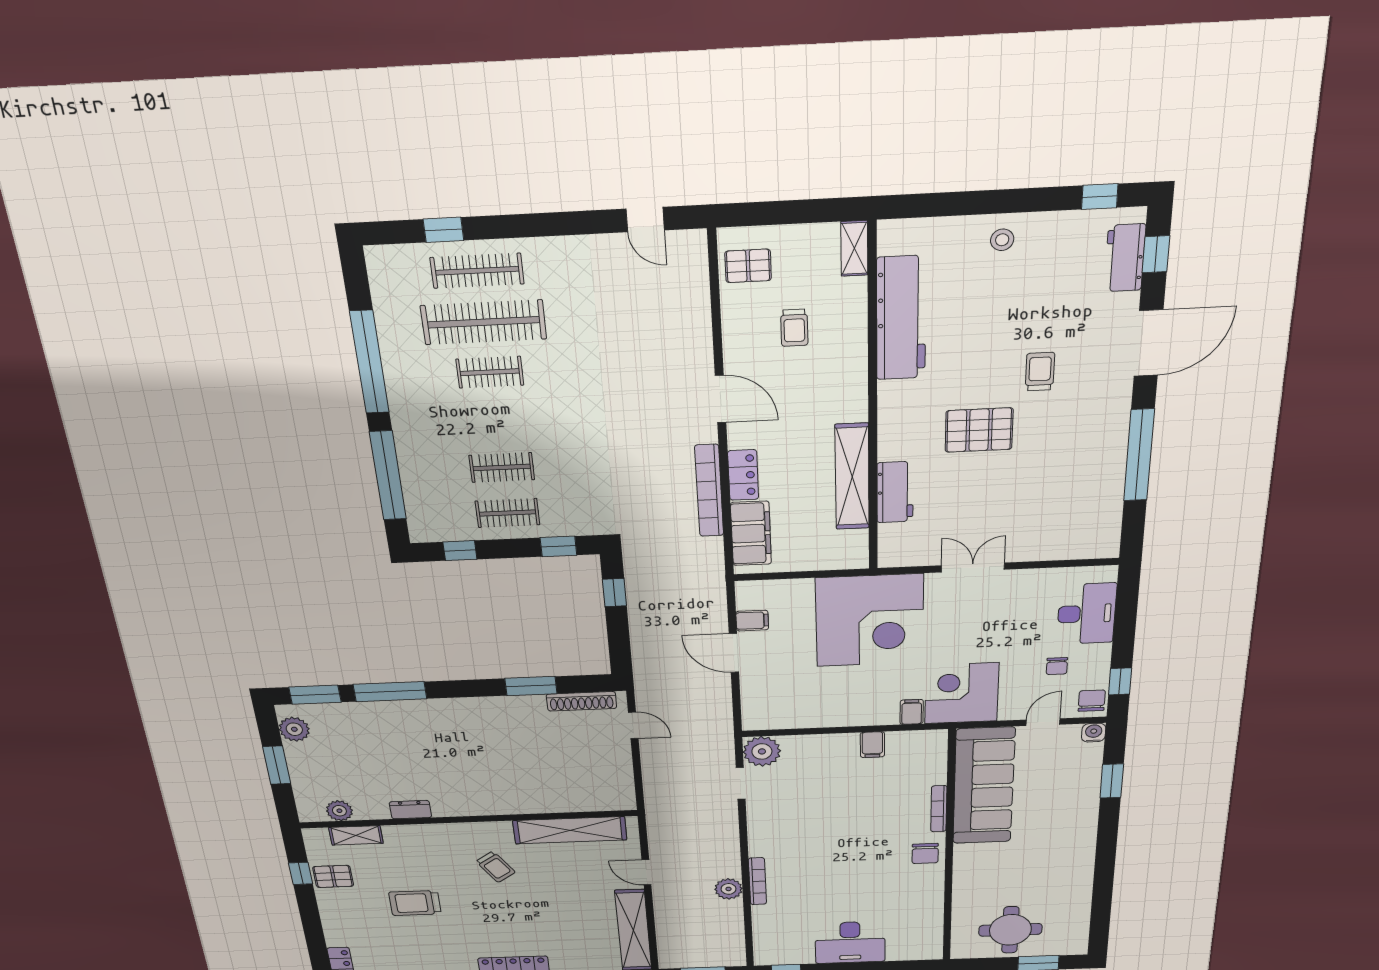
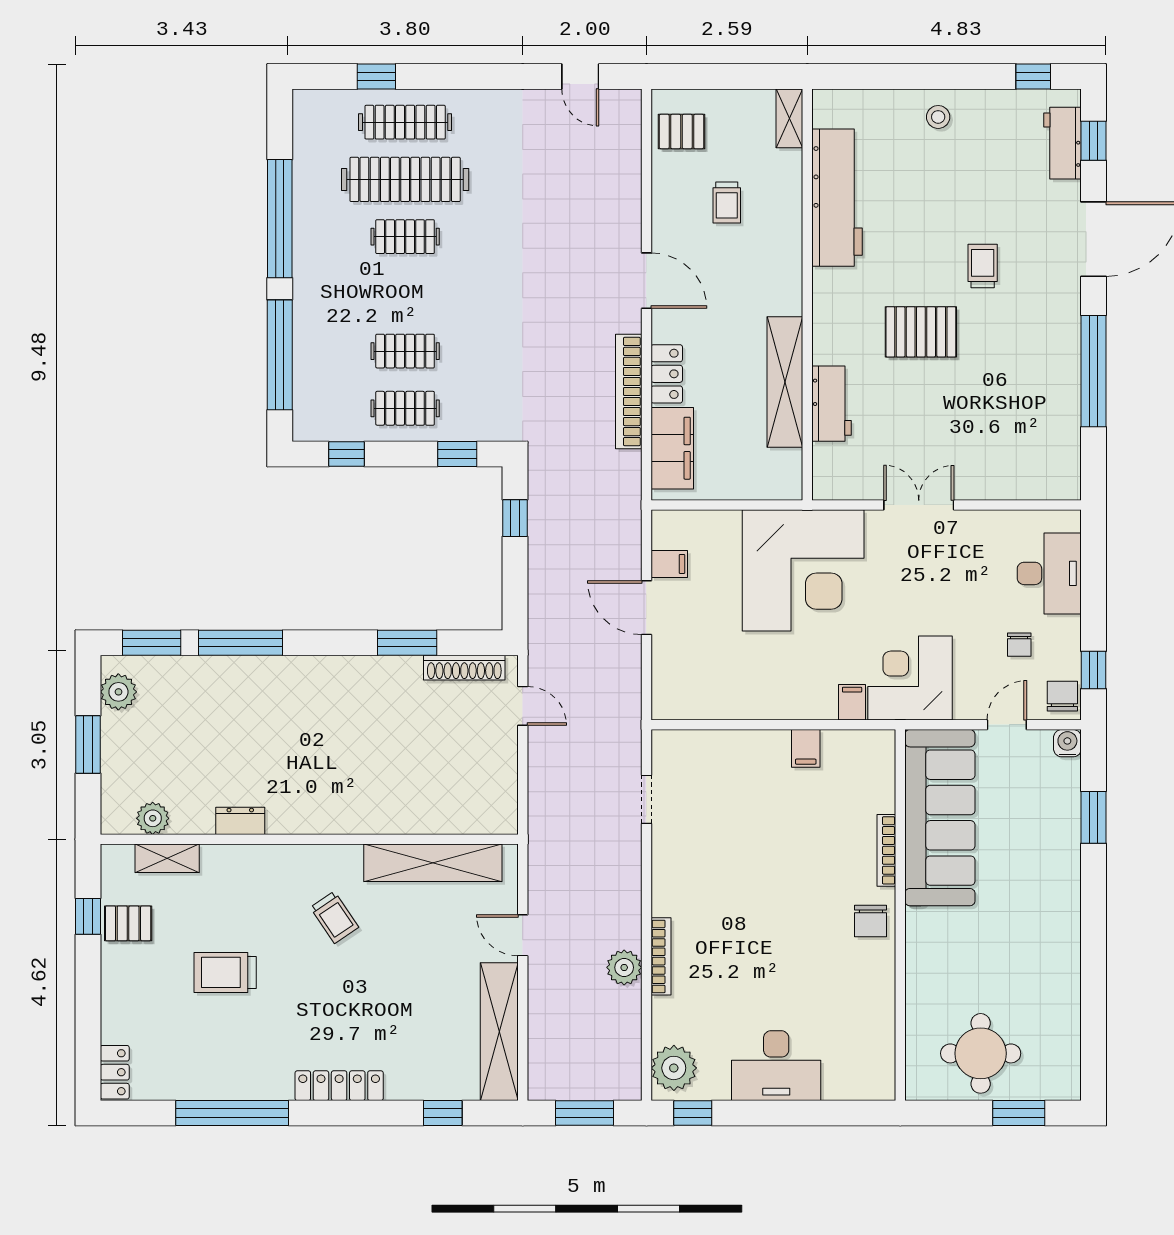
plant: (762, 751) -> (674, 1068), moved

